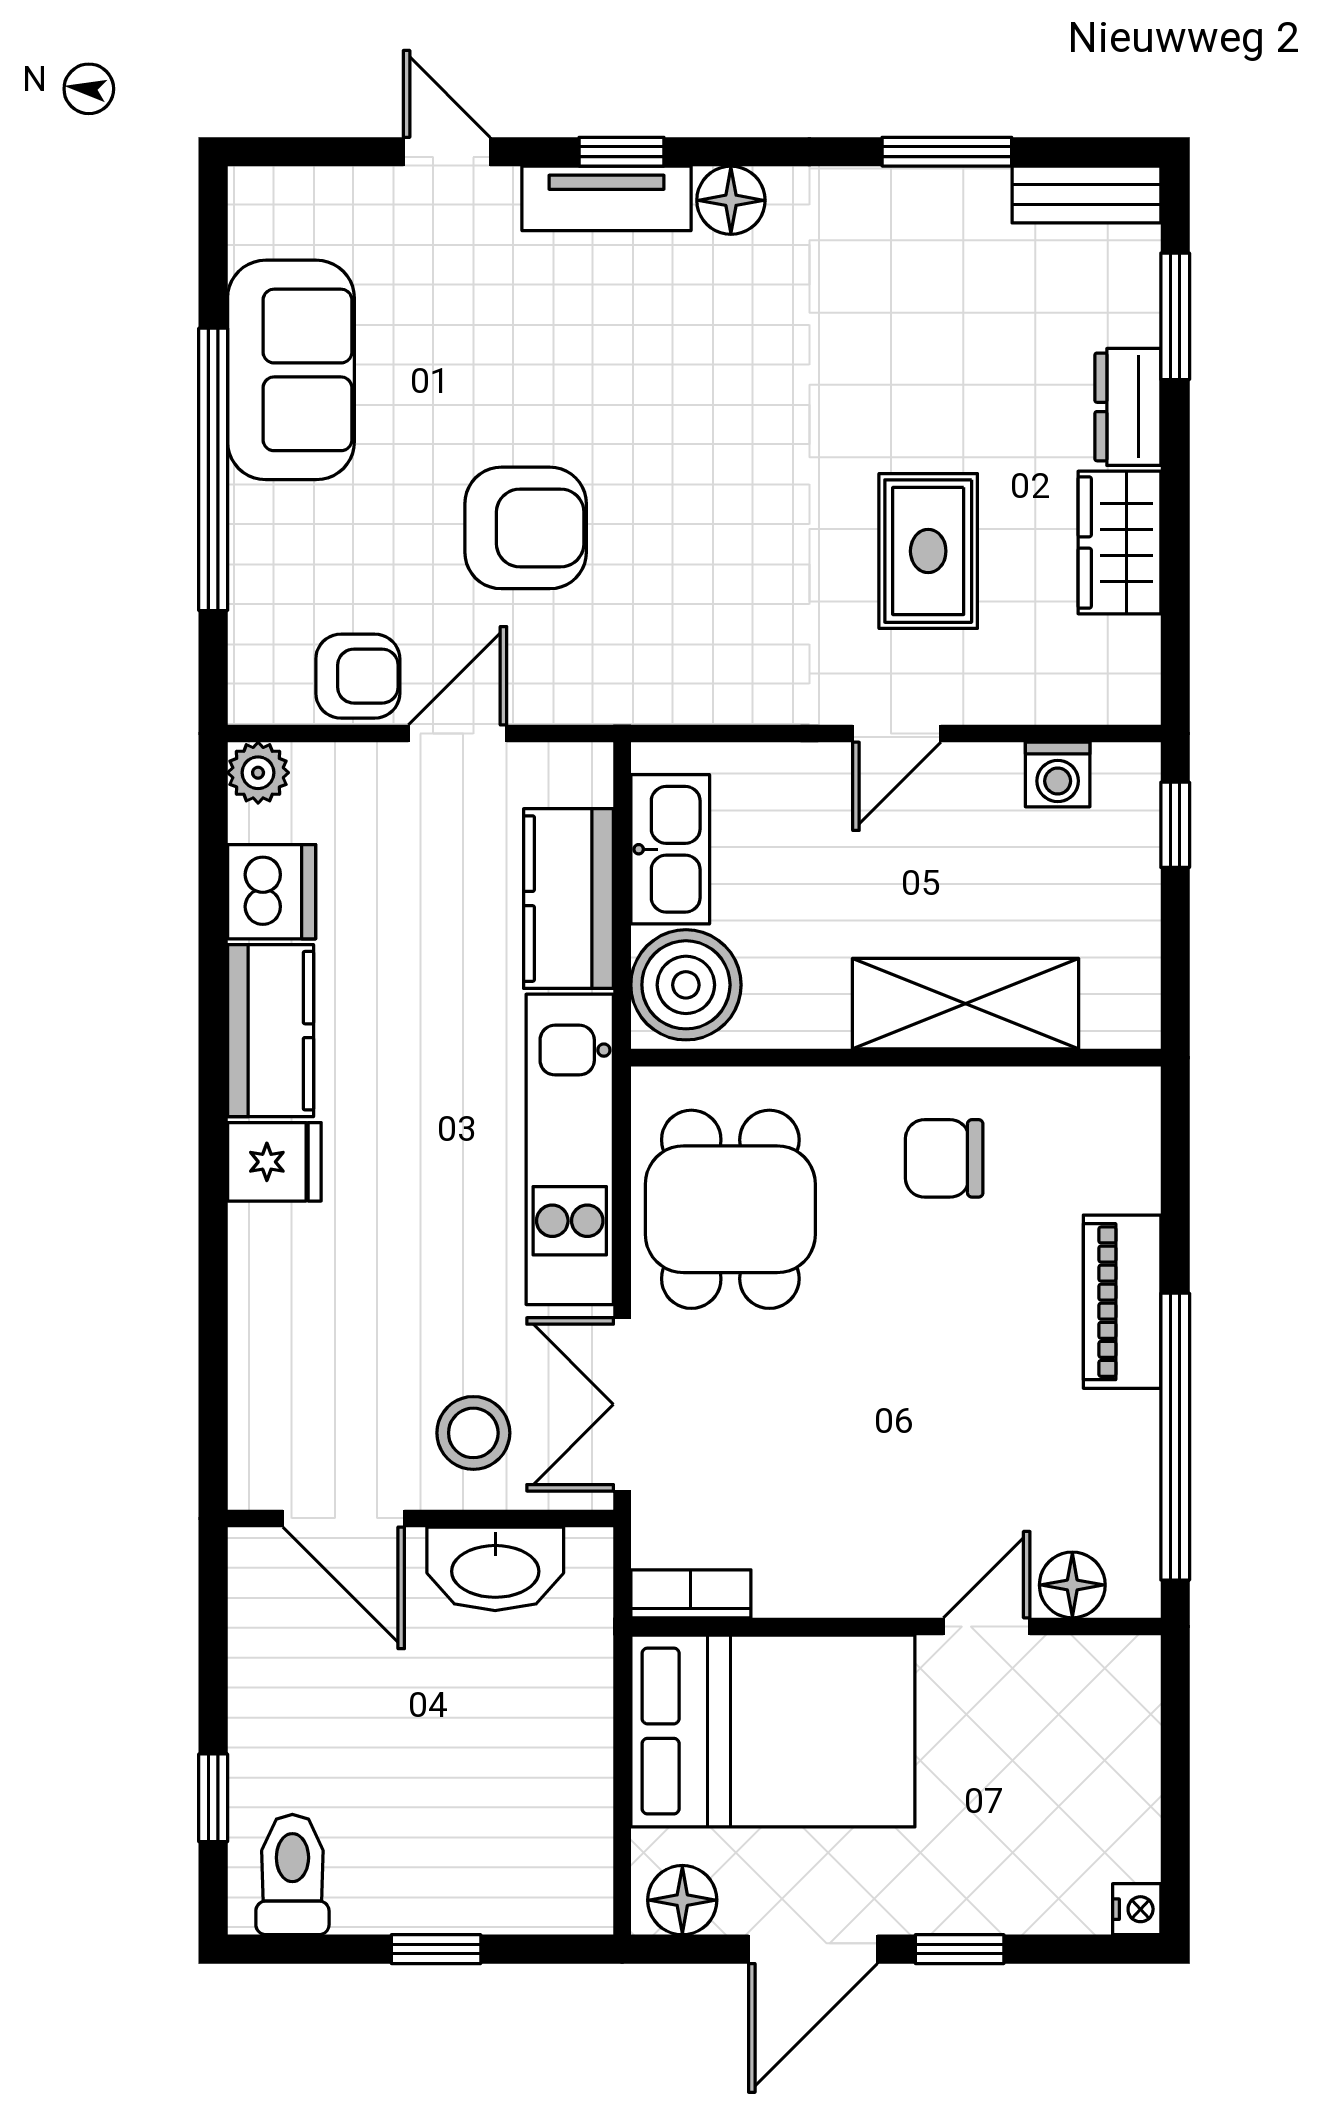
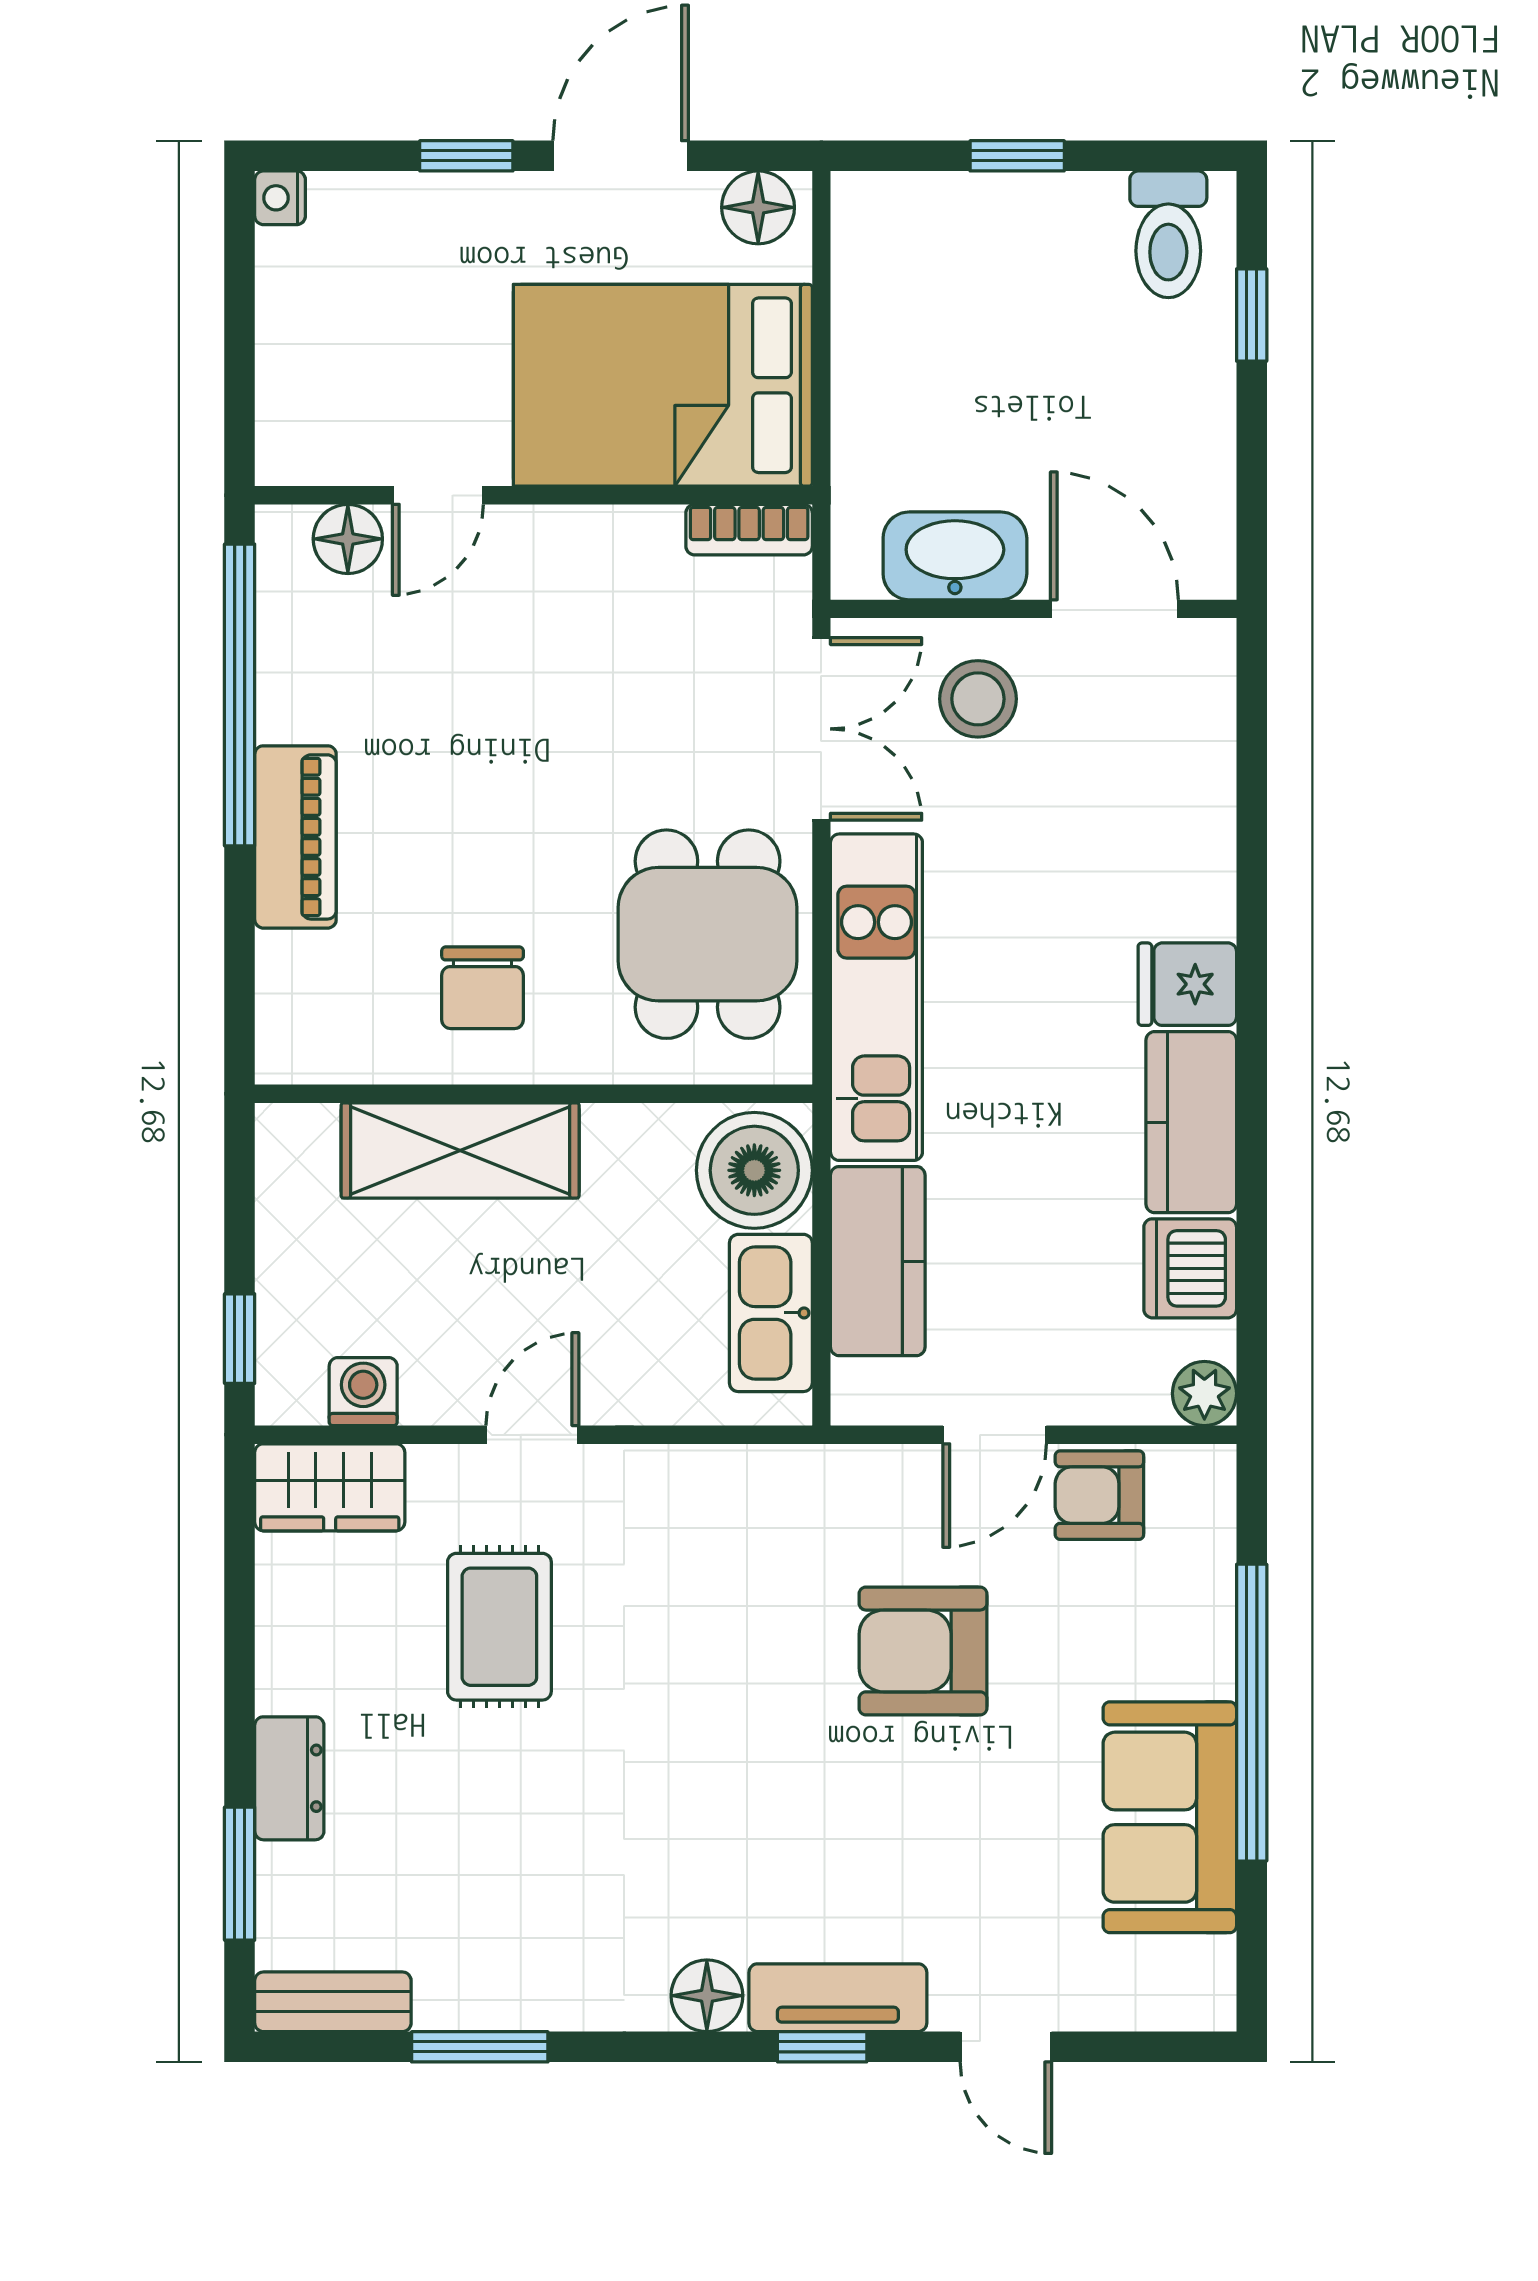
wardrobe: (1119, 543) -> (330, 1487), moved, turned 90
chair: (944, 1158) -> (483, 988), turned 90

